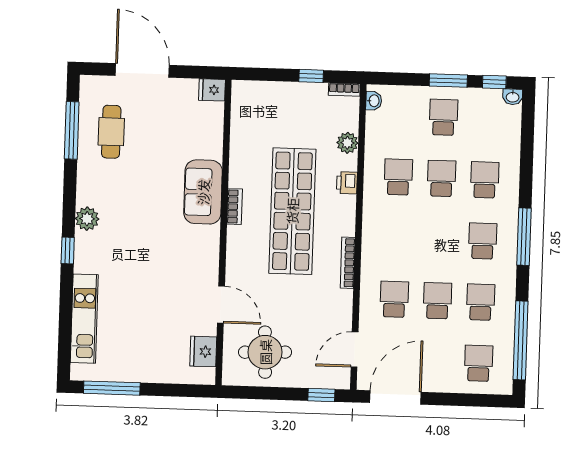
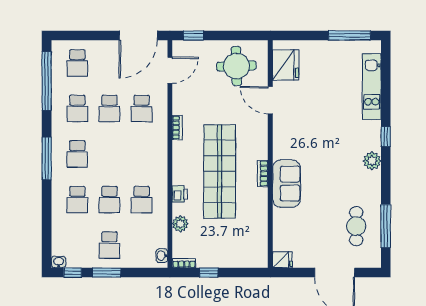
bookcase: (348, 263) -> (177, 128), width x0.64
fridge: (203, 351) -> (286, 65), width x1.36, depth x1.34

